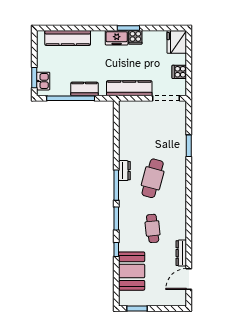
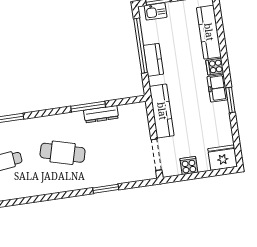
cooker: (135, 37) -> (215, 67), moved
dresser: (124, 171) -> (101, 114), moved, width x1.44
window: (116, 185) -> (88, 107), moved

